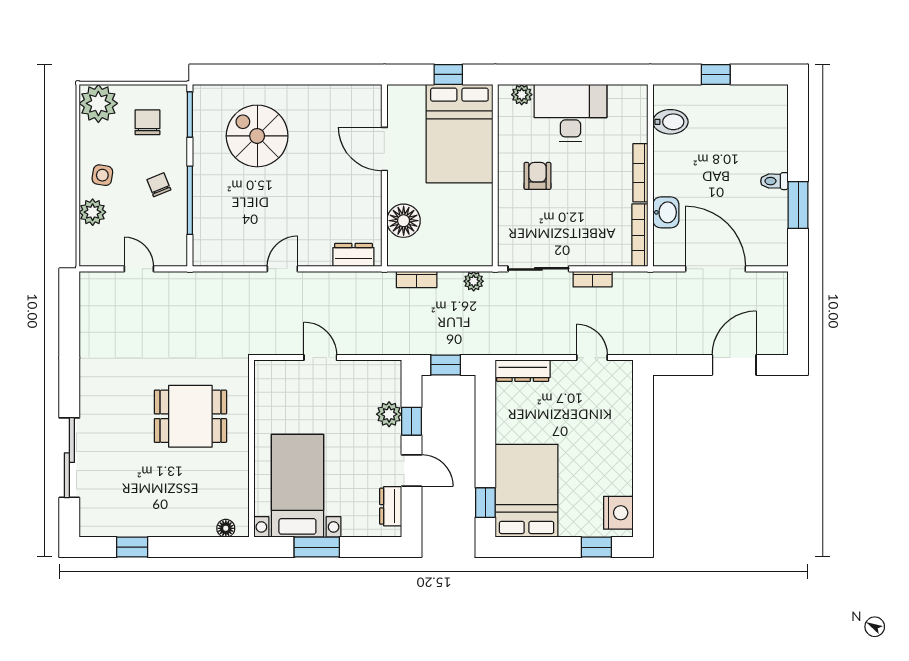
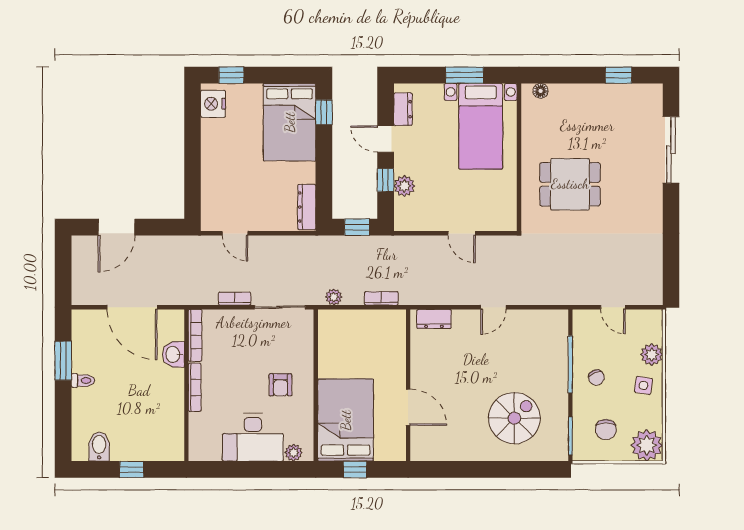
bidet: (670, 122) -> (99, 446), moved, turned 90
spiral stairs: (257, 136) -> (514, 418), turned -90
floor lamp: (404, 221) -> (392, 347), removed
dresser: (523, 371) -> (307, 207), moved, turned -90

